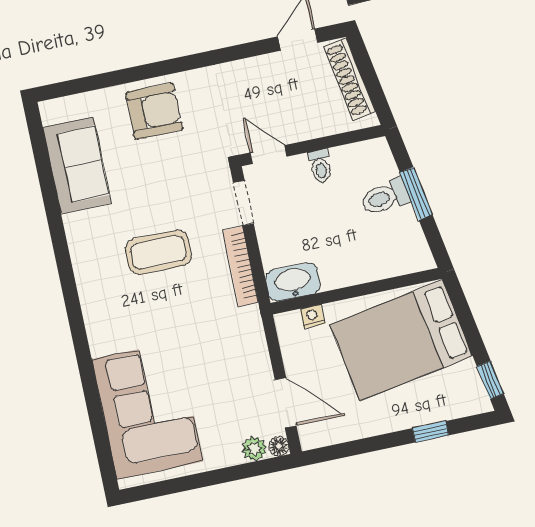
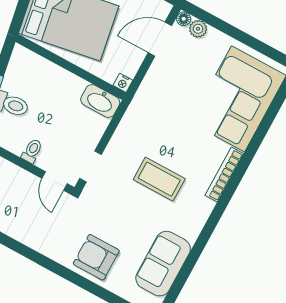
bookcase: (241, 266) -> (224, 174), moved, turned 180
nightstand: (312, 316) -> (123, 83), moved
door: (286, 403) -> (160, 39), hinge flipped

